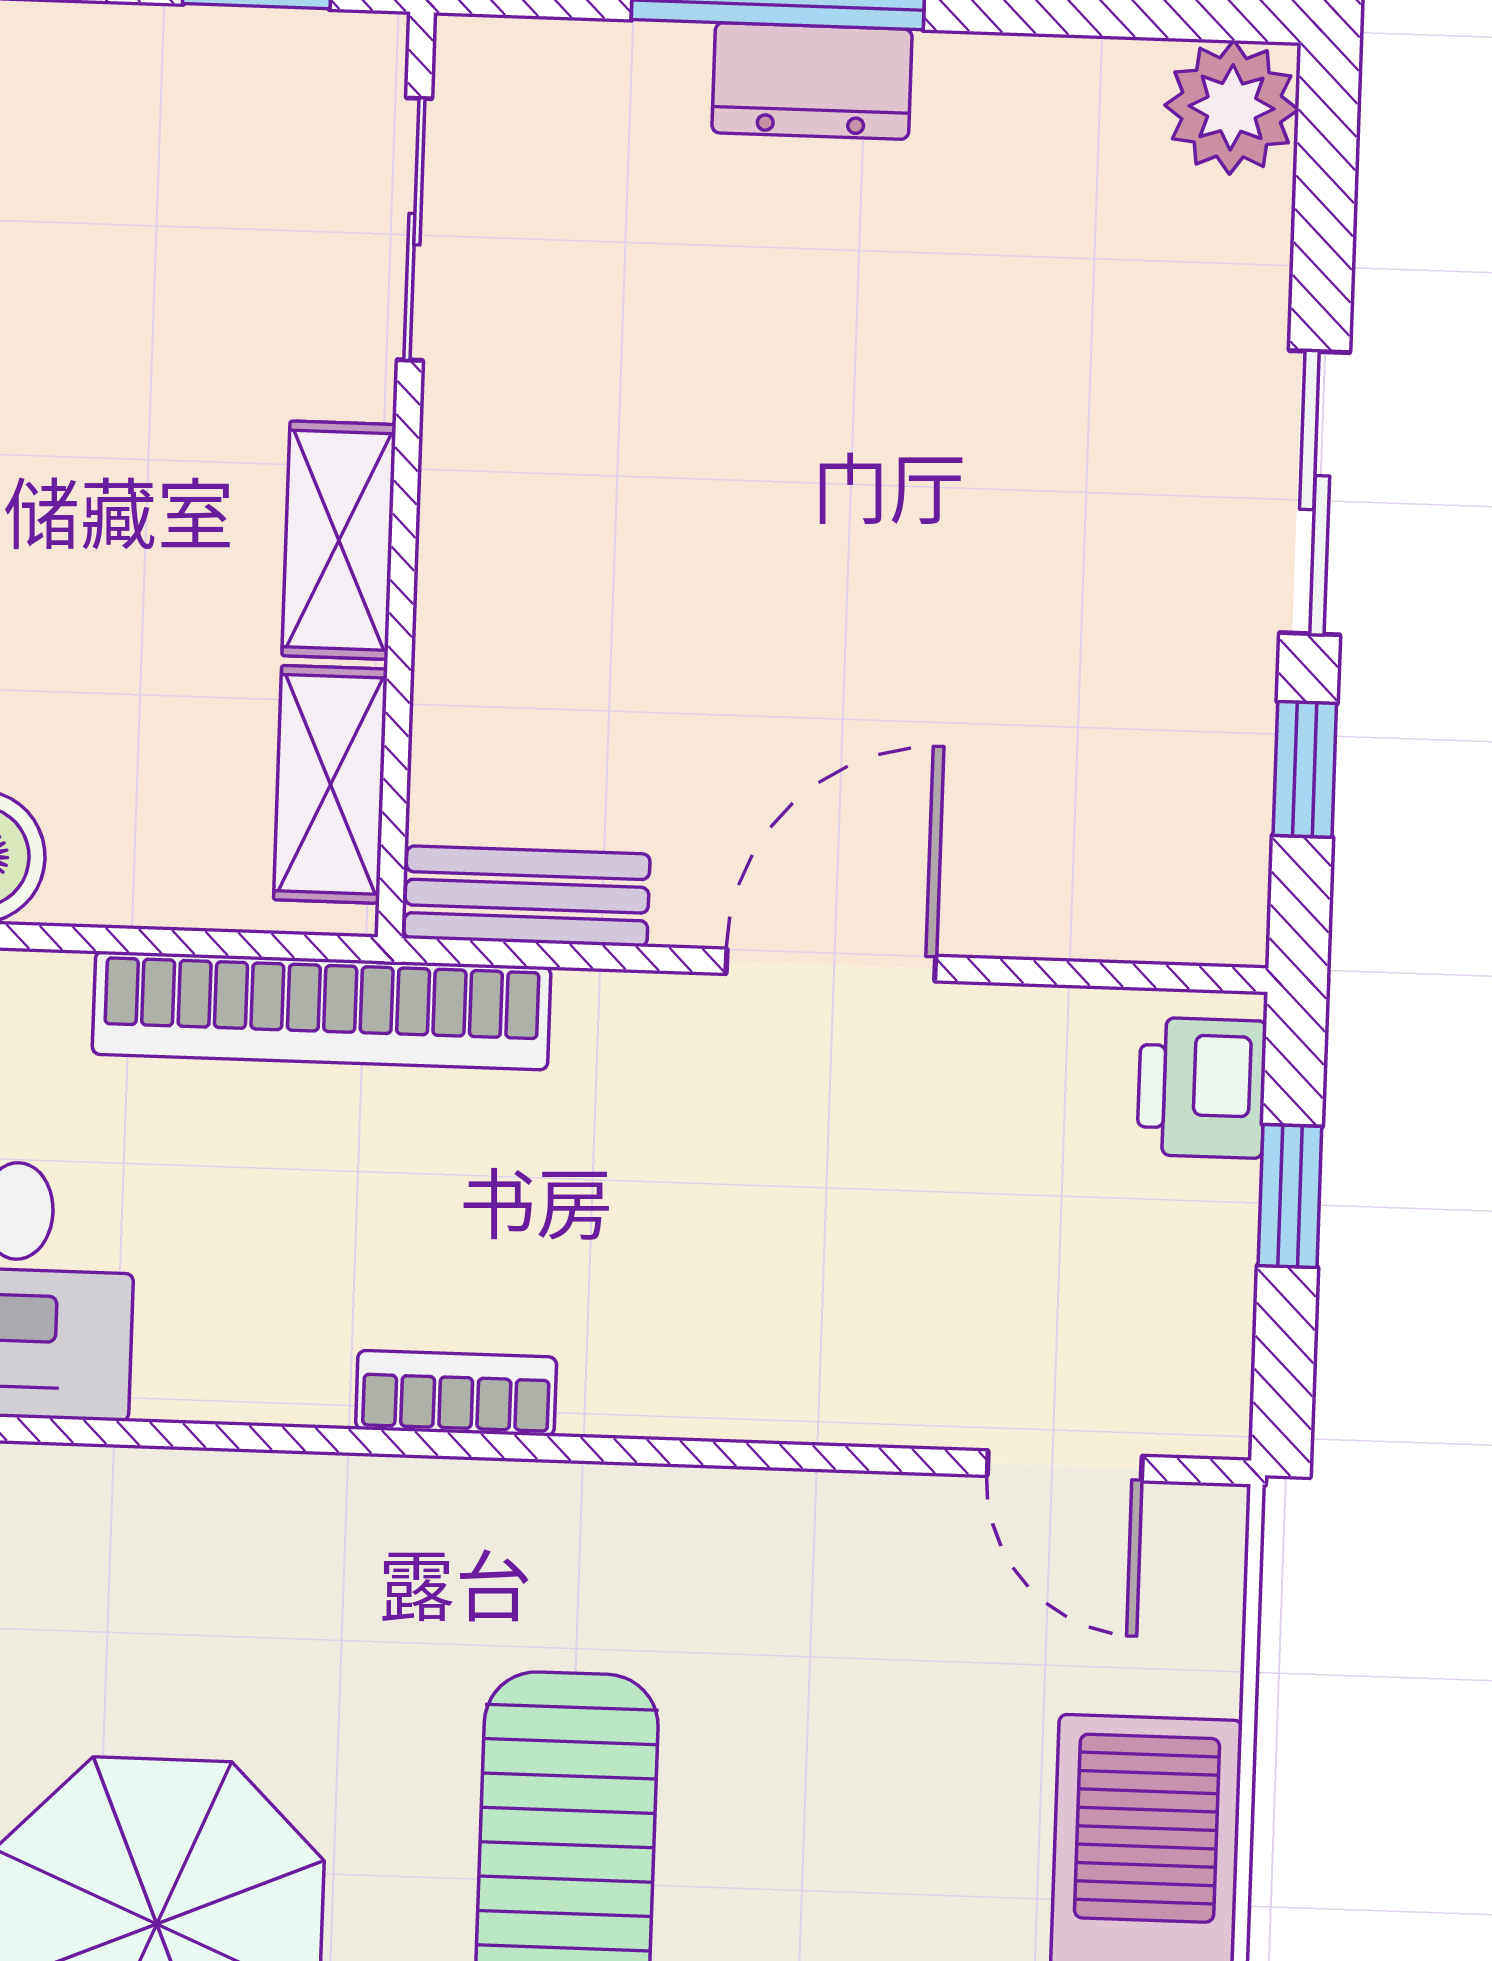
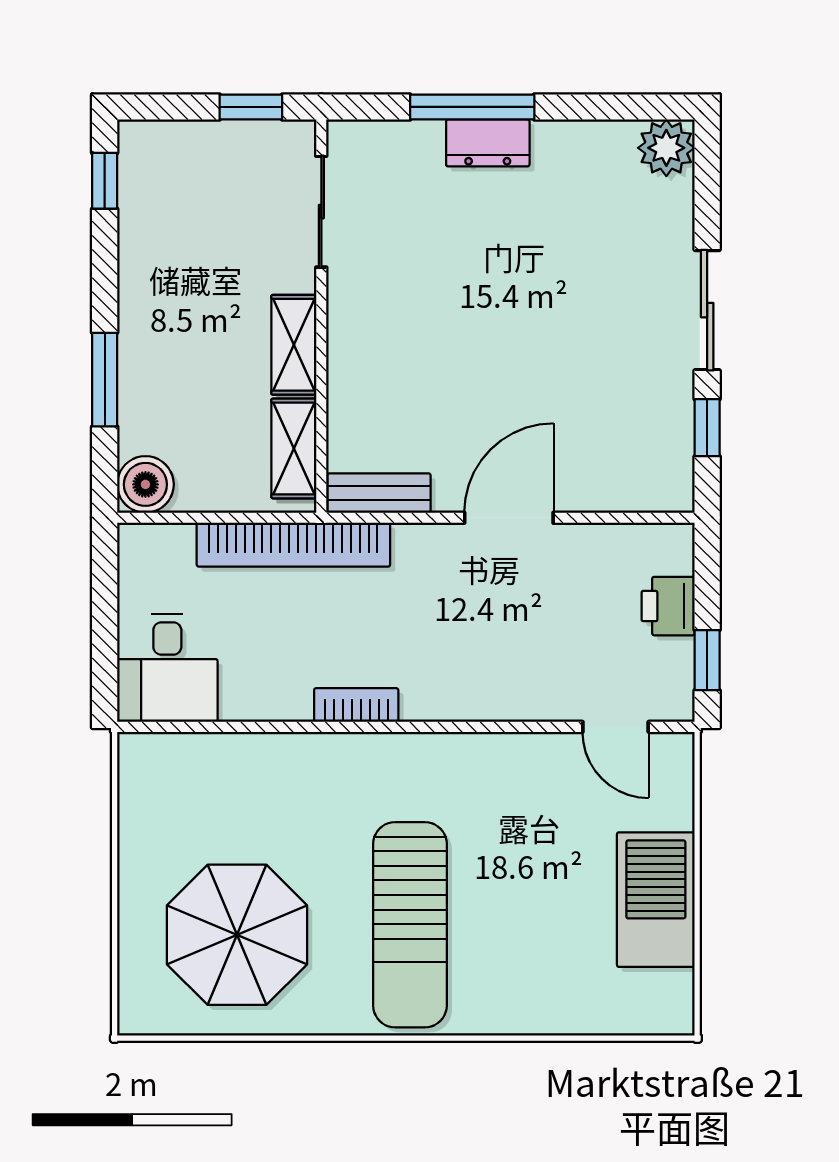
printer: (1202, 1088) -> (668, 606), moved
window: (1290, 1196) -> (707, 660), moved

